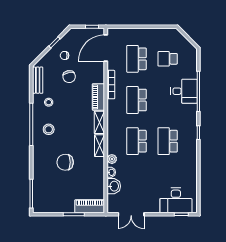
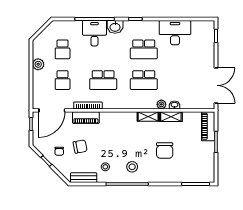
plant: (153, 34) -> (38, 64), added
door: (106, 48) -> (52, 110), hinge flipped
school desk: (137, 59) -> (63, 80), width x0.54
piano: (98, 97) -> (86, 118), moved
shelving: (99, 122) -> (171, 117), moved
washbasin: (114, 186) -> (115, 27), moved, turned 180
desk: (176, 200) -> (175, 33), moved, turned -90
double door: (131, 214) -> (216, 85), width x1.37

